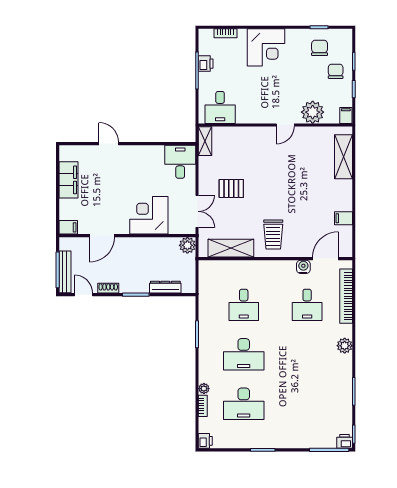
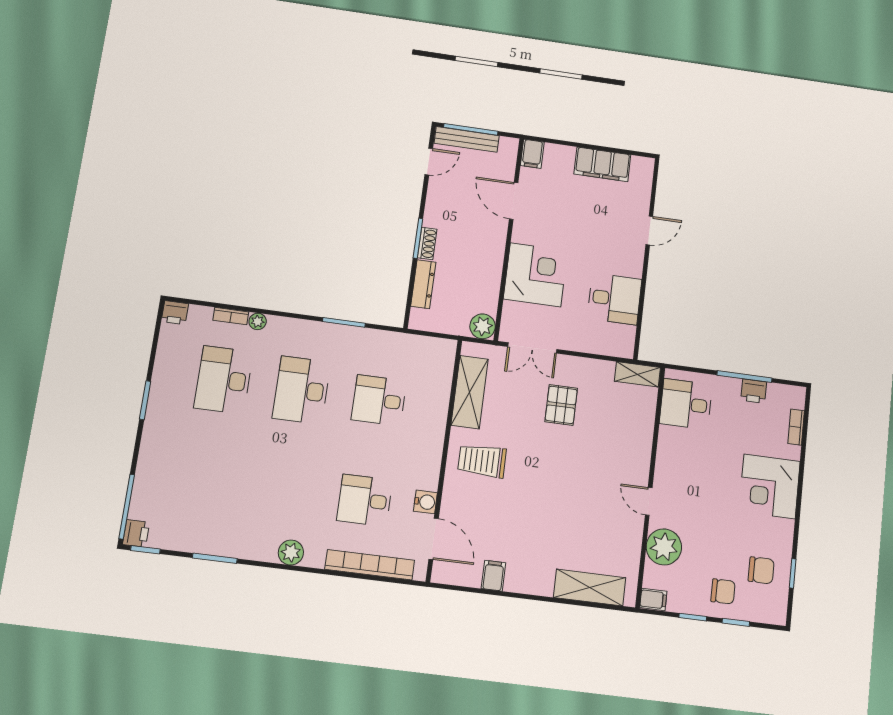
desk: (180, 162) -> (614, 299), moved
shoe rack: (108, 288) -> (427, 244), moved

